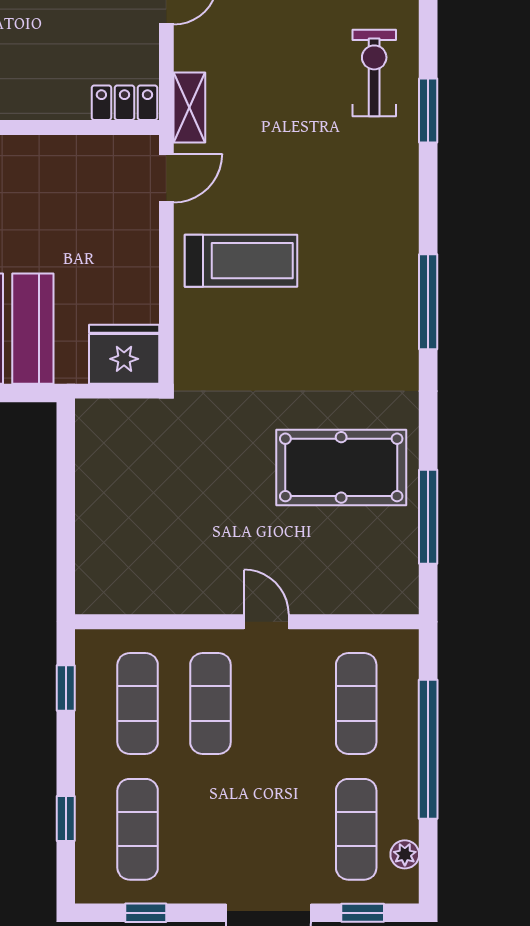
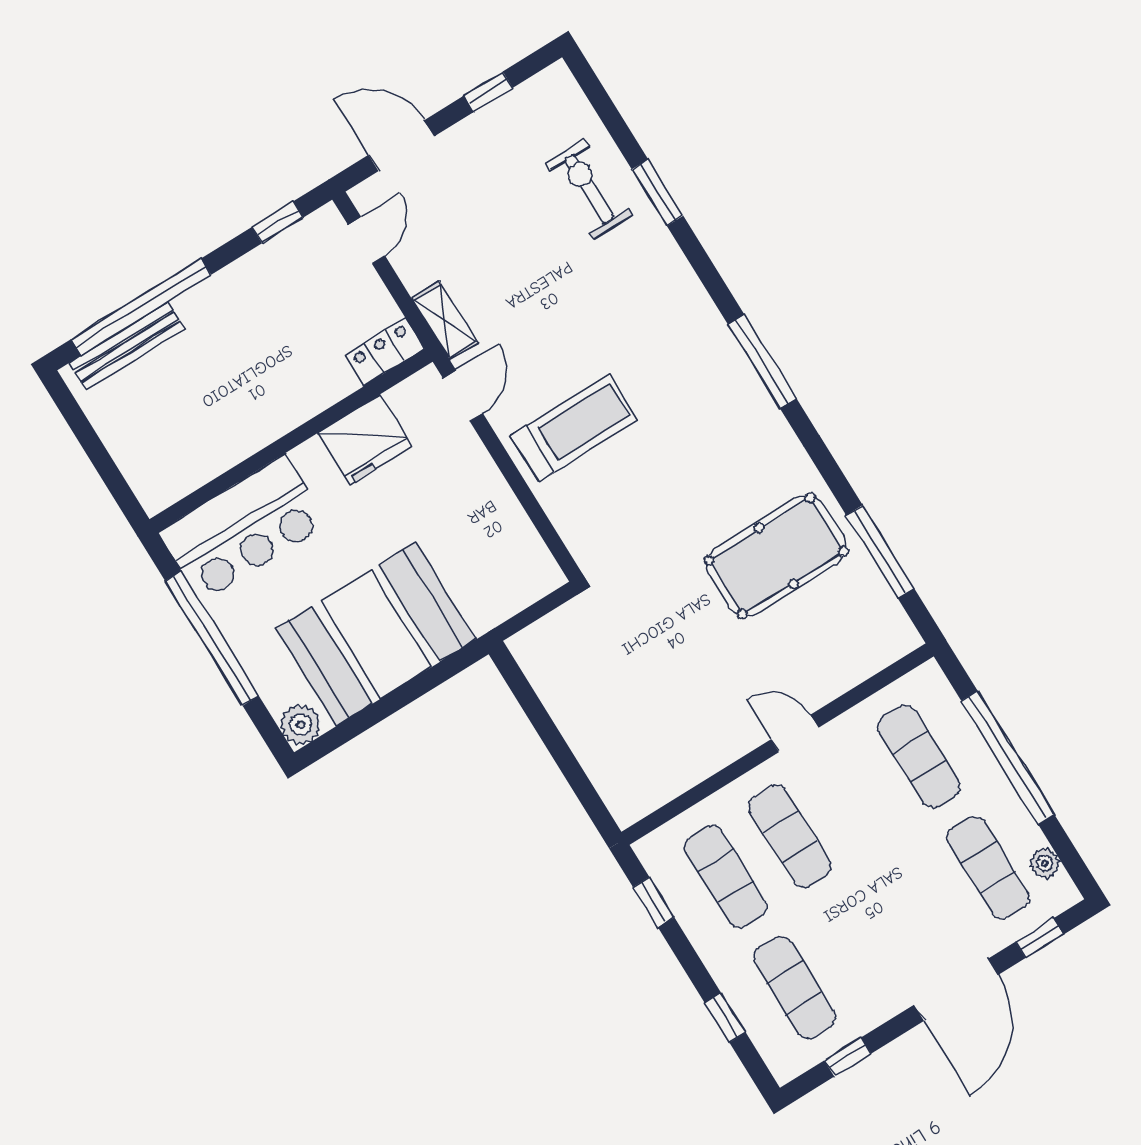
fridge: (124, 354) -> (365, 440), moved, turned 180

